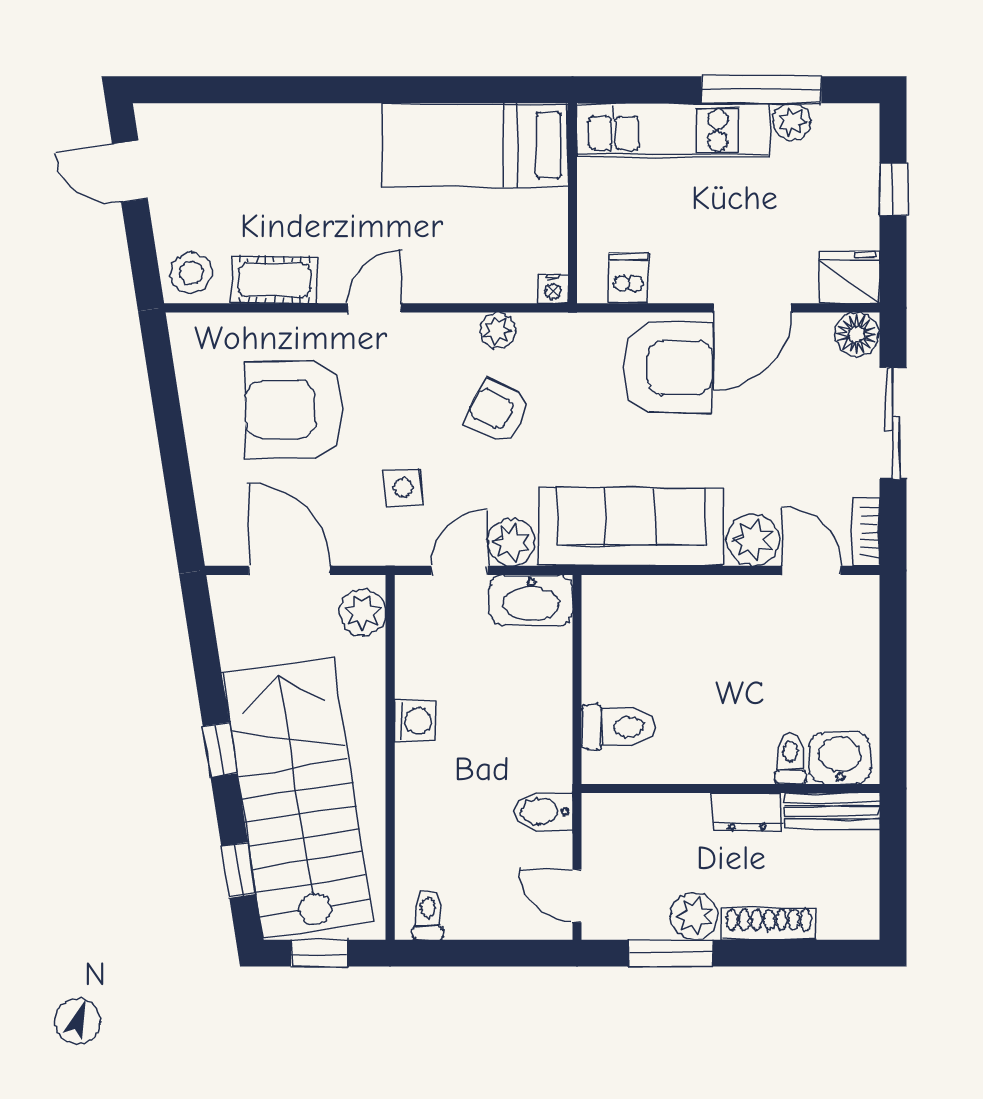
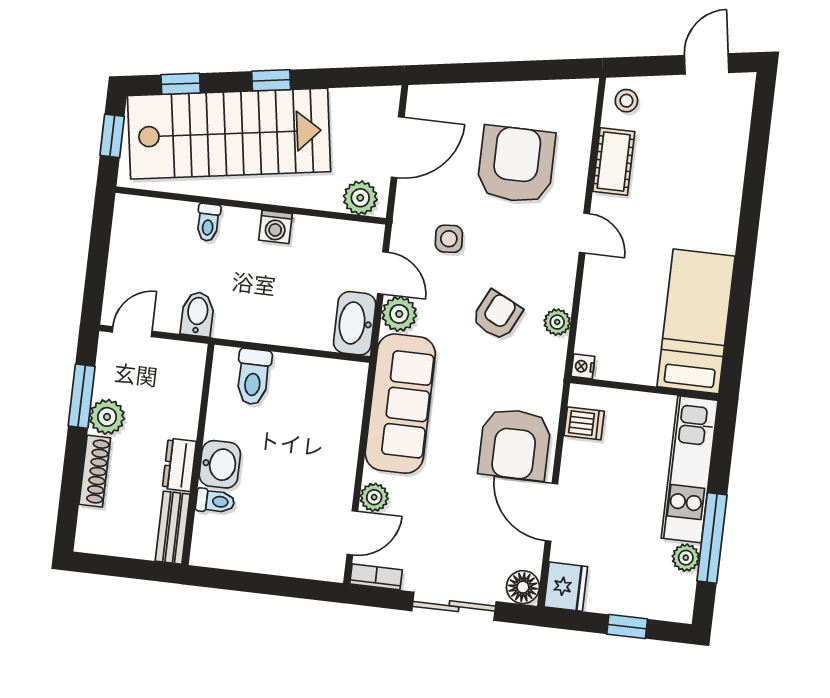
stool: (191, 273) -> (626, 101), width x0.73, depth x0.73
plant: (753, 540) -> (374, 497), width x0.73, depth x0.73
washbasin: (840, 758) -> (220, 464), moved
toilet: (428, 915) -> (208, 222), moved, turned 90

